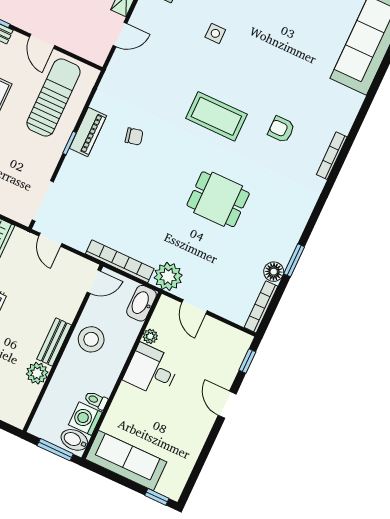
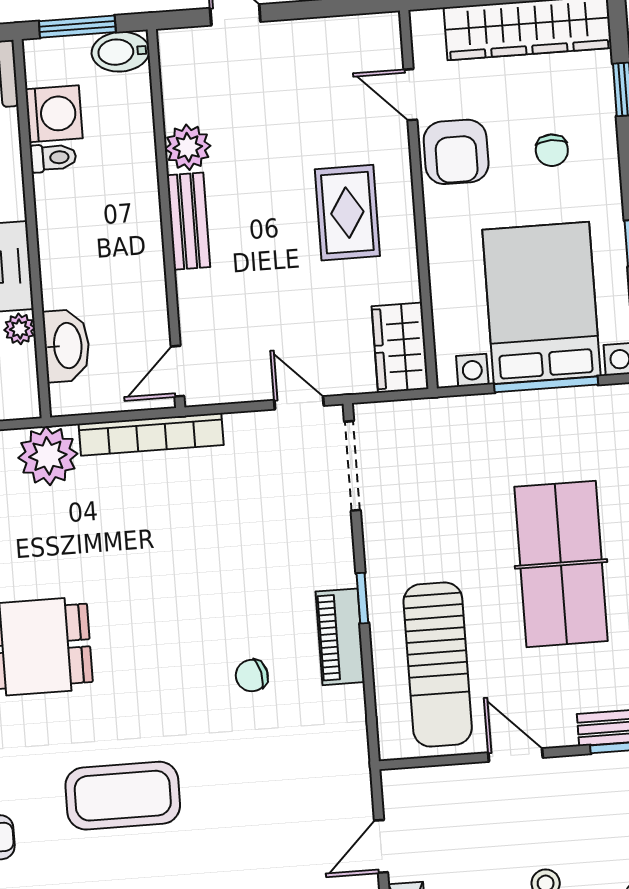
washbasin: (142, 303) -> (67, 346), moved
stool: (91, 339) -> (124, 263), removed
bidet: (74, 440) -> (120, 52), moved, turned 180

